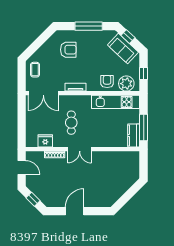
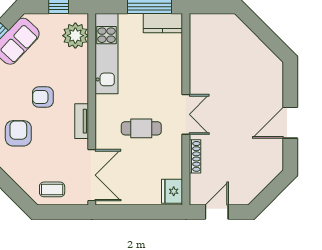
armchair: (107, 82) -> (43, 97), moved
fridge: (45, 141) -> (172, 191), moved
window: (33, 199) -> (270, 193), removed
door: (75, 211) -> (290, 123), hinge flipped

